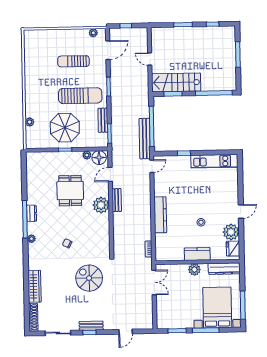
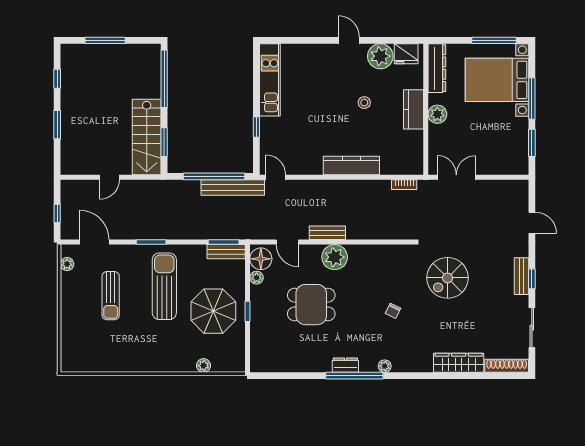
bench: (103, 120) -> (226, 252), moved

